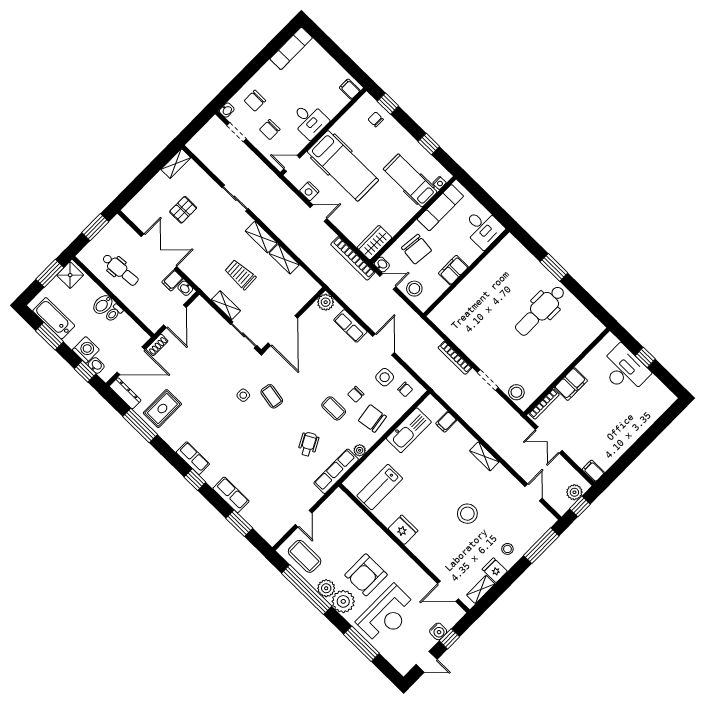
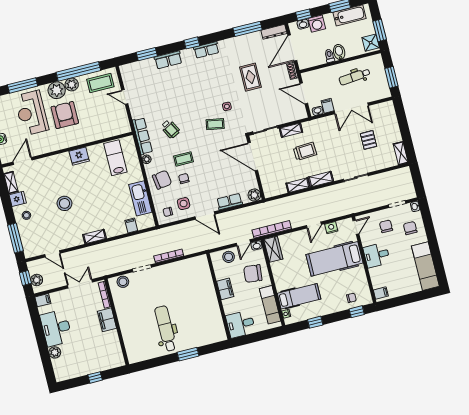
exam couch: (291, 48) -> (425, 266), width x1.36, depth x1.45
desk: (624, 370) -> (56, 328), moved, turned 90
rug: (162, 409) -> (250, 77), moved
plant: (645, 421) -> (55, 352), added

